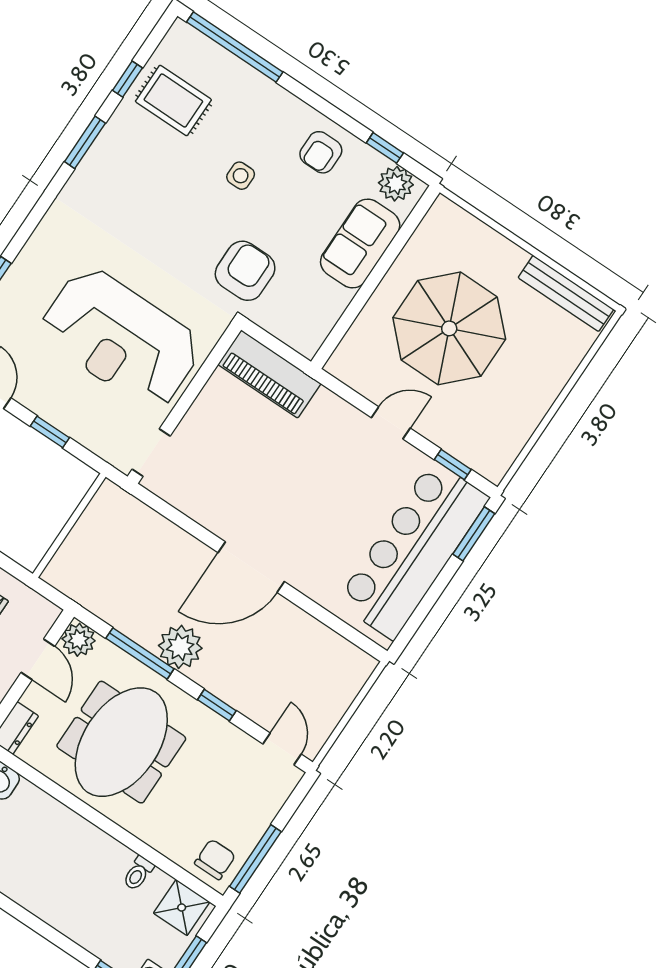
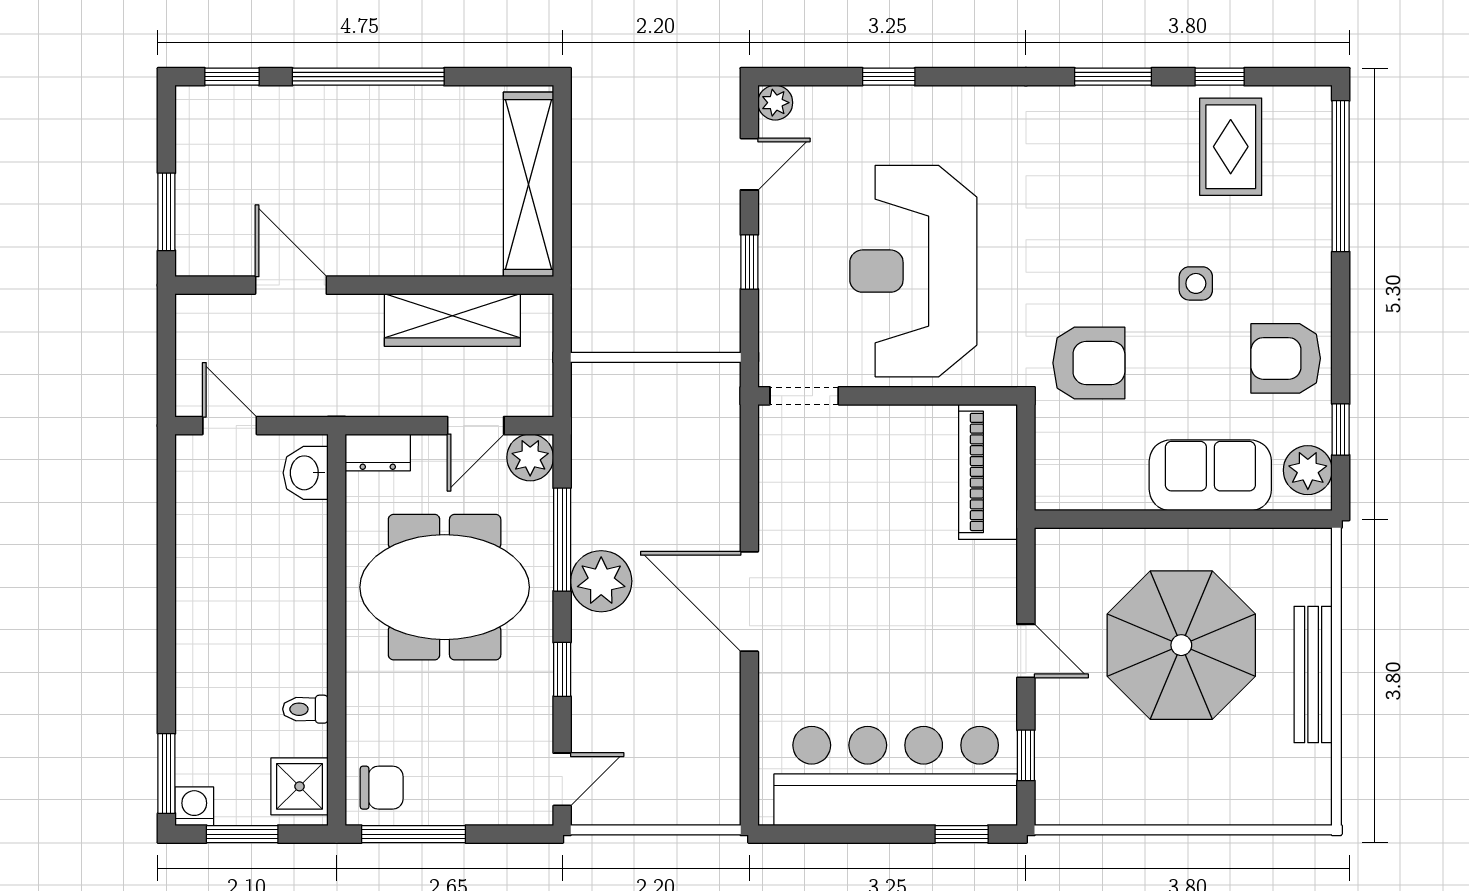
armchair: (321, 152) -> (1286, 358), width x1.38, depth x1.38
bench: (566, 293) -> (1313, 674), moved
window: (474, 534) -> (962, 834), width x0.67

